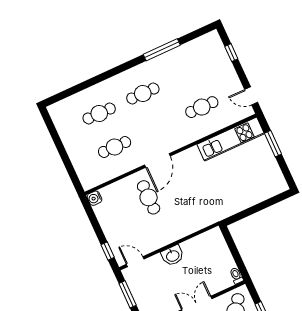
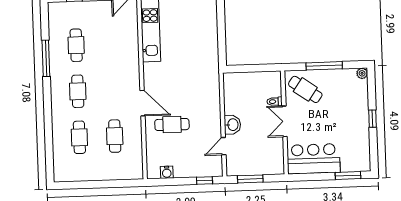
cafe table: (202, 107) -> (76, 45), moved
water cooler: (94, 198) -> (167, 172), moved
door: (135, 262) -> (224, 146), moved
toilet: (236, 276) -> (275, 102), moved

